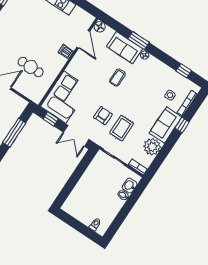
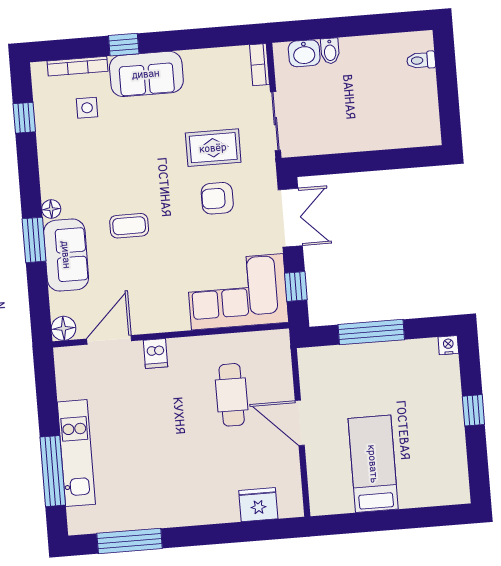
plant: (152, 147) -> (203, 68), removed

